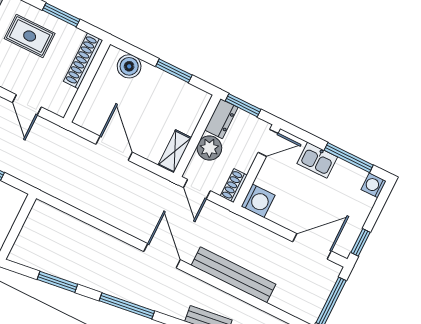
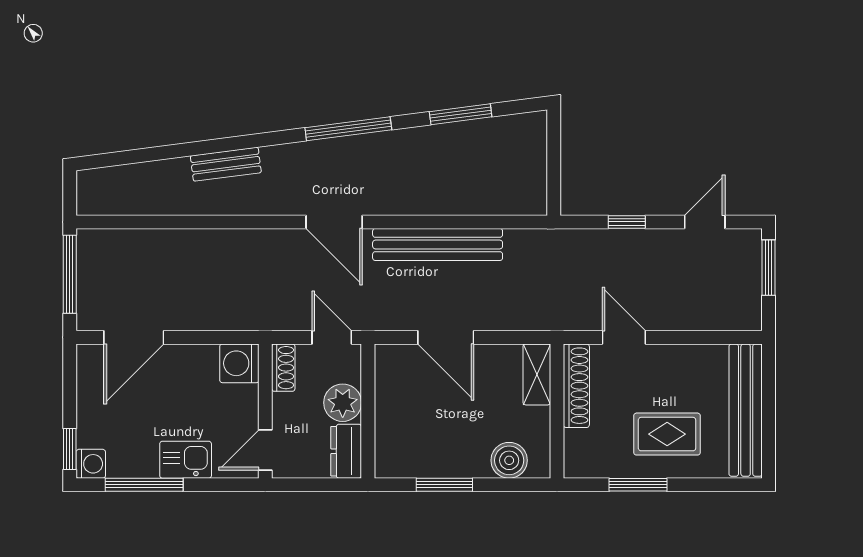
shoe rack: (83, 61) -> (576, 386), moved
window: (243, 105) -> (326, 485), removed
door: (114, 148) -> (446, 337), moved
shelving: (175, 151) -> (537, 374), moved
window: (361, 242) -> (70, 449), moved
bench: (233, 275) -> (438, 244), moved

